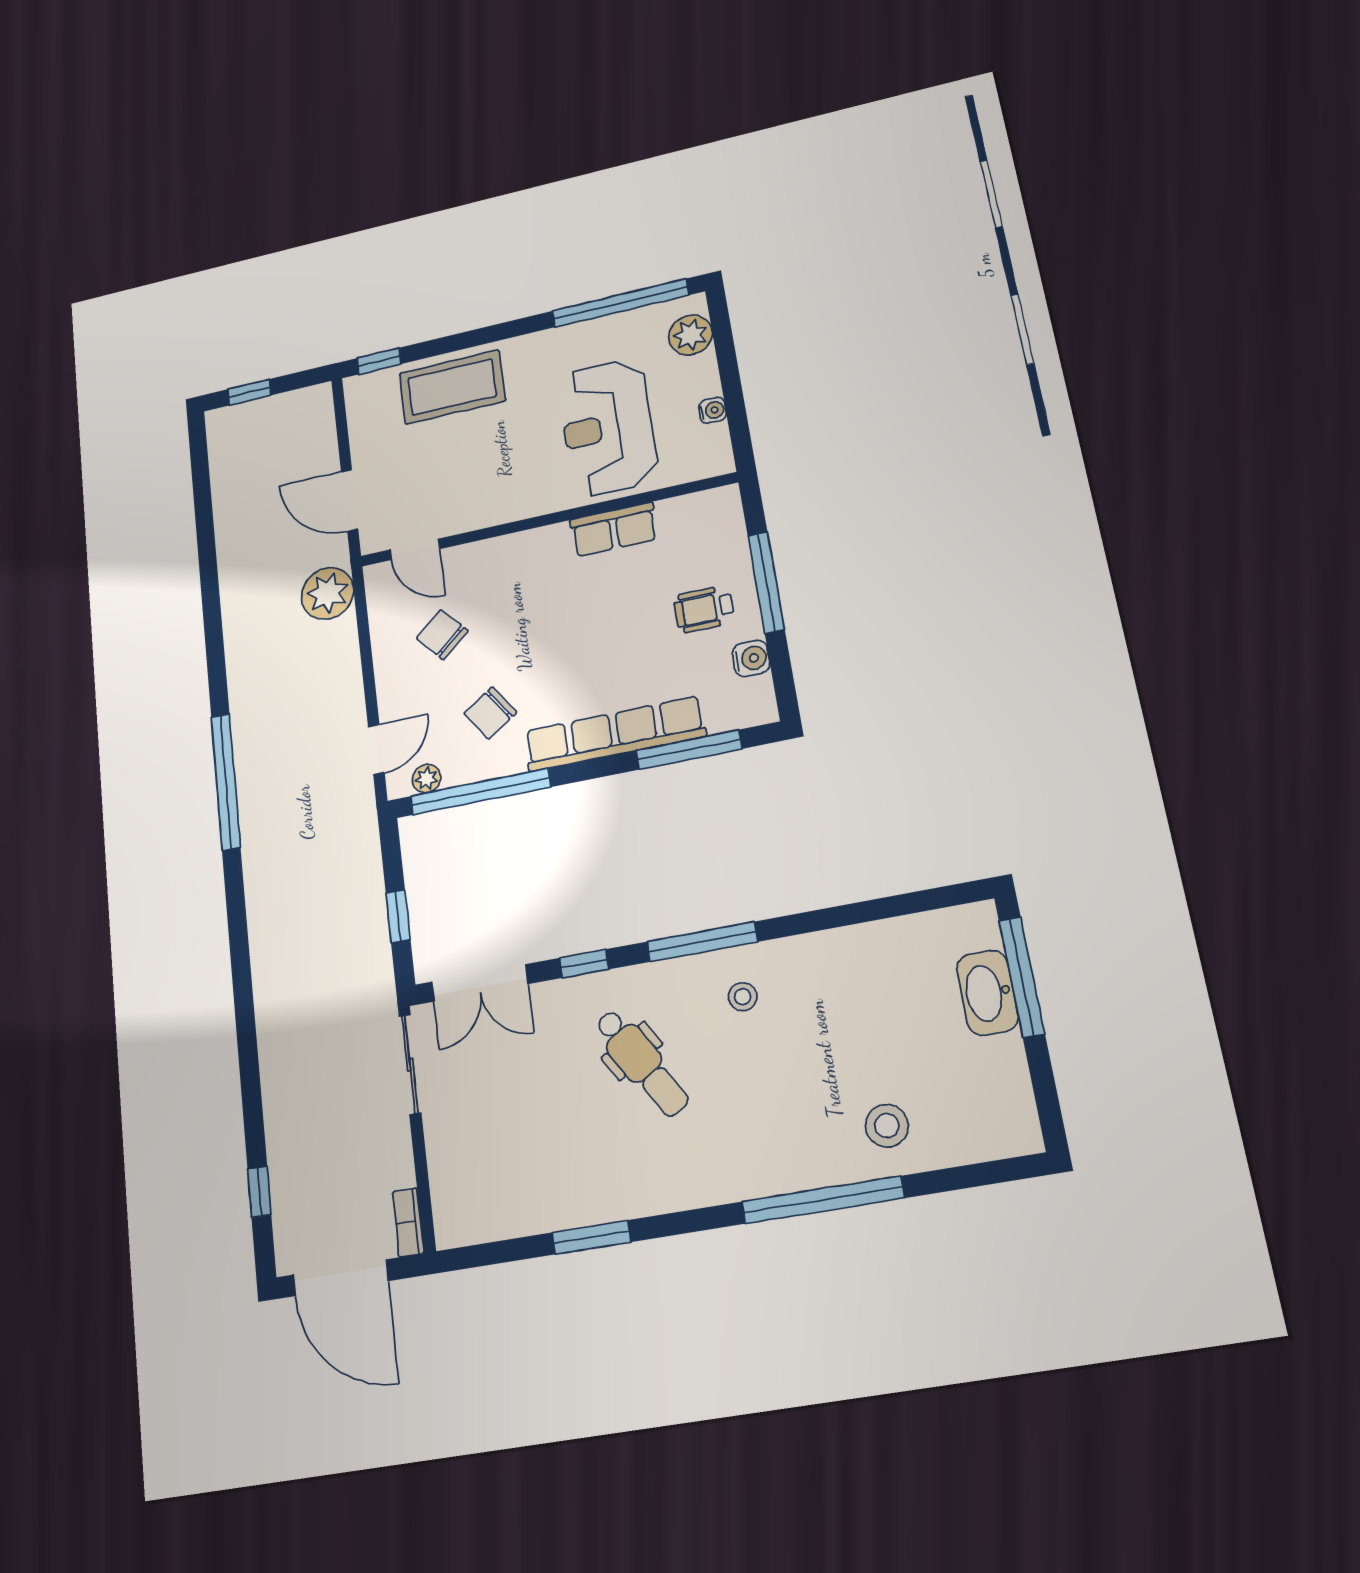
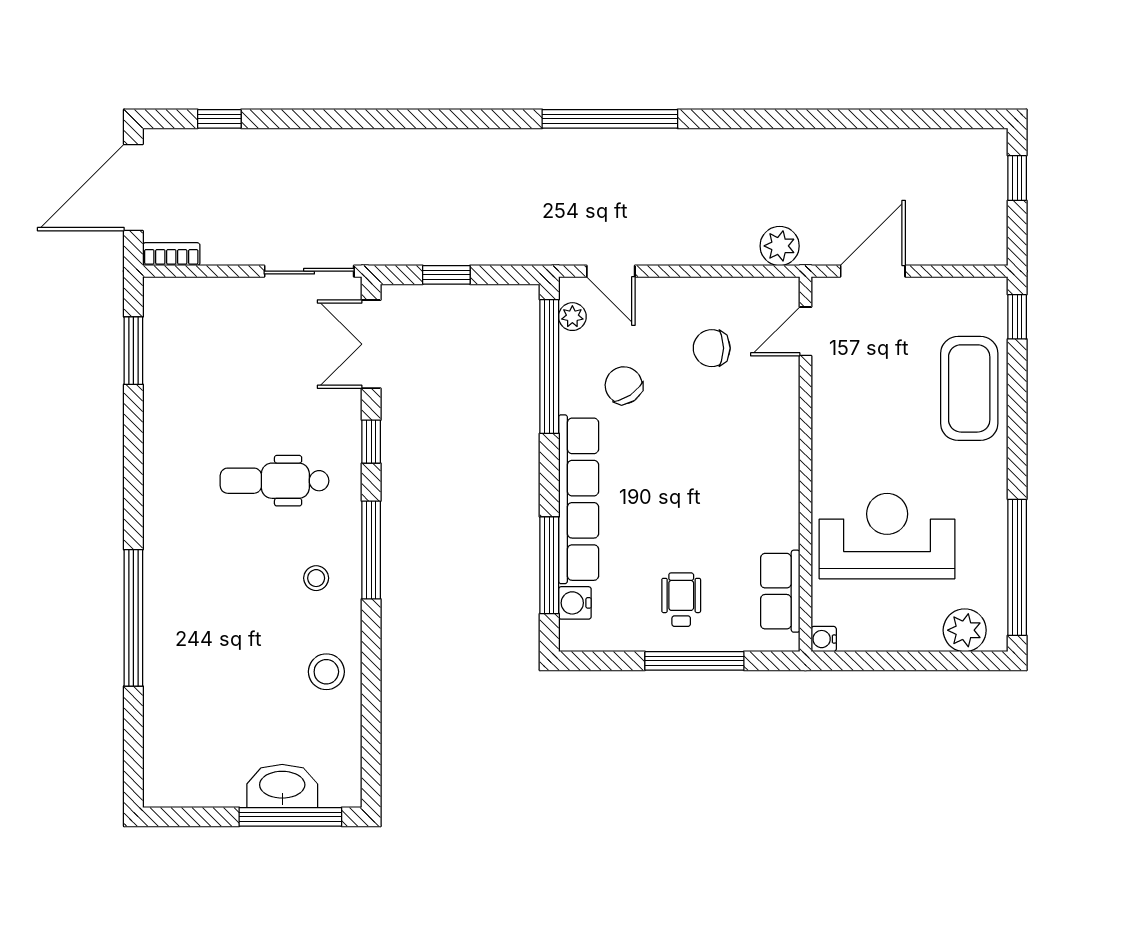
water cooler: (713, 410) -> (824, 639), moved, turned 90
row of seats: (614, 530) -> (780, 591), moved
plant: (327, 593) -> (780, 246), width x0.73, depth x0.73
chair: (442, 635) -> (712, 348), turned -139
water cooler: (751, 658) -> (575, 603), moved, turned 90
dental chair: (641, 1063) -> (274, 481), turned 31
stool: (887, 1126) -> (326, 672), moved
window: (591, 1237) -> (133, 351), moved

